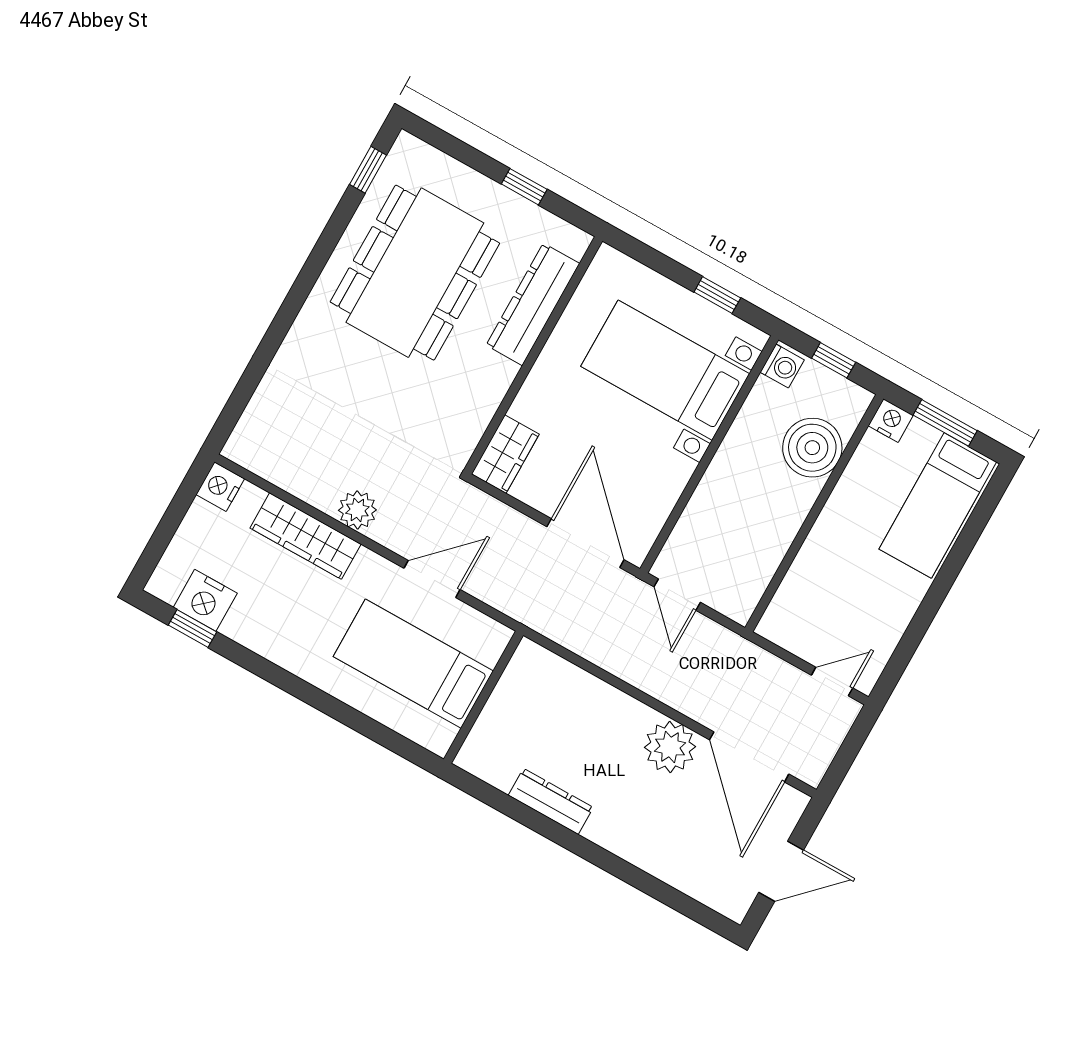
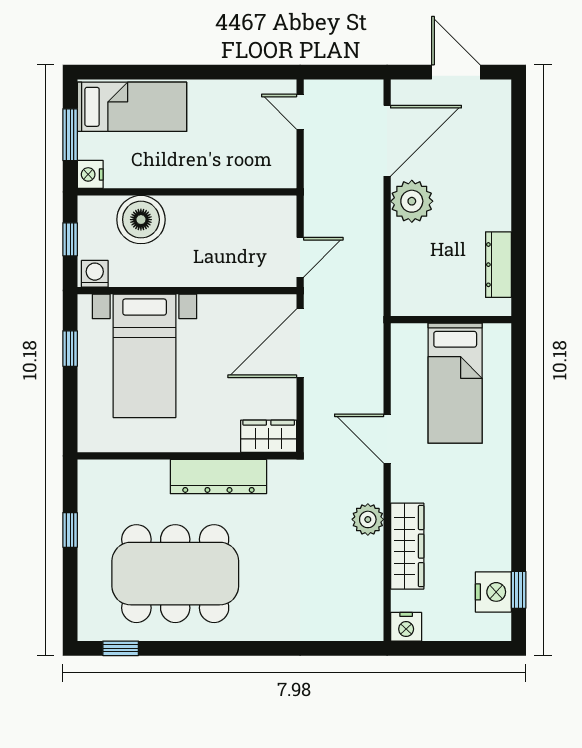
dresser: (533, 304) -> (218, 477), moved
bed: (413, 664) -> (455, 383), moved
wall: (484, 697) -> (451, 320), moved

